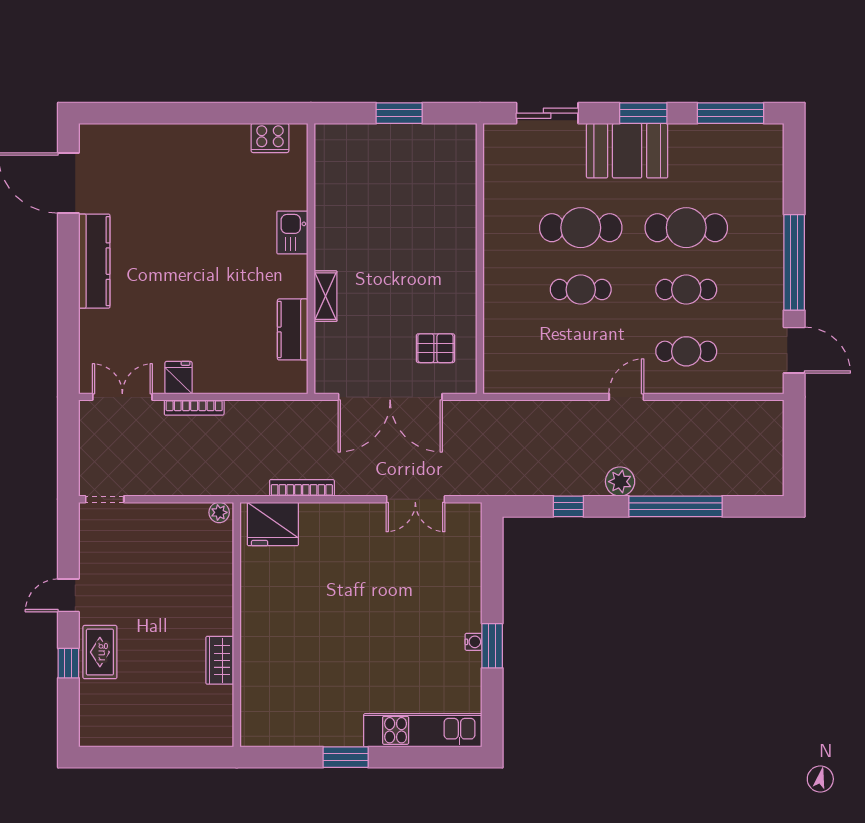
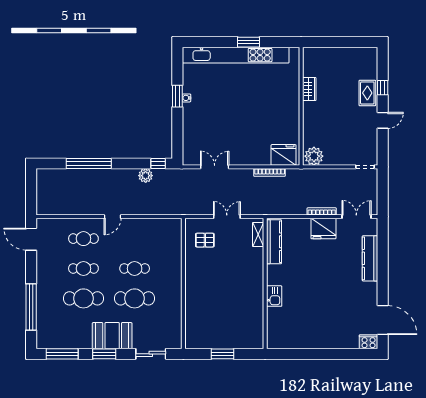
cooker: (270, 138) -> (369, 342), moved
kitchen counter: (94, 261) -> (370, 258), moved
window: (794, 262) -> (31, 307), moved
shelving: (325, 296) -> (258, 234), moved
kitchen counter: (293, 329) -> (274, 242), width x1.50
fridge: (179, 378) -> (323, 229), width x1.88, depth x1.34
double door: (122, 397) -> (356, 217), swing flipped
double door: (390, 397) -> (227, 217), width x0.54
plant: (620, 482) -> (146, 176), moved
window: (568, 506) -> (158, 164), moved
plant: (219, 512) -> (314, 156), width x1.88, depth x1.88
kitchen unit: (423, 730) -> (236, 55), width x1.86

